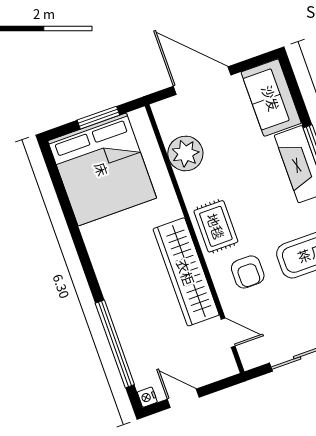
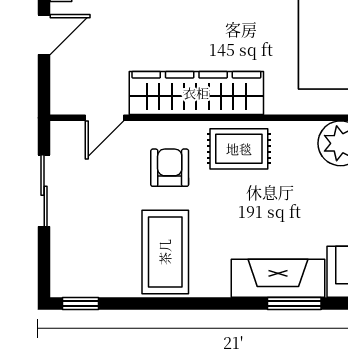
armchair: (248, 272) -> (170, 168), turned 90

